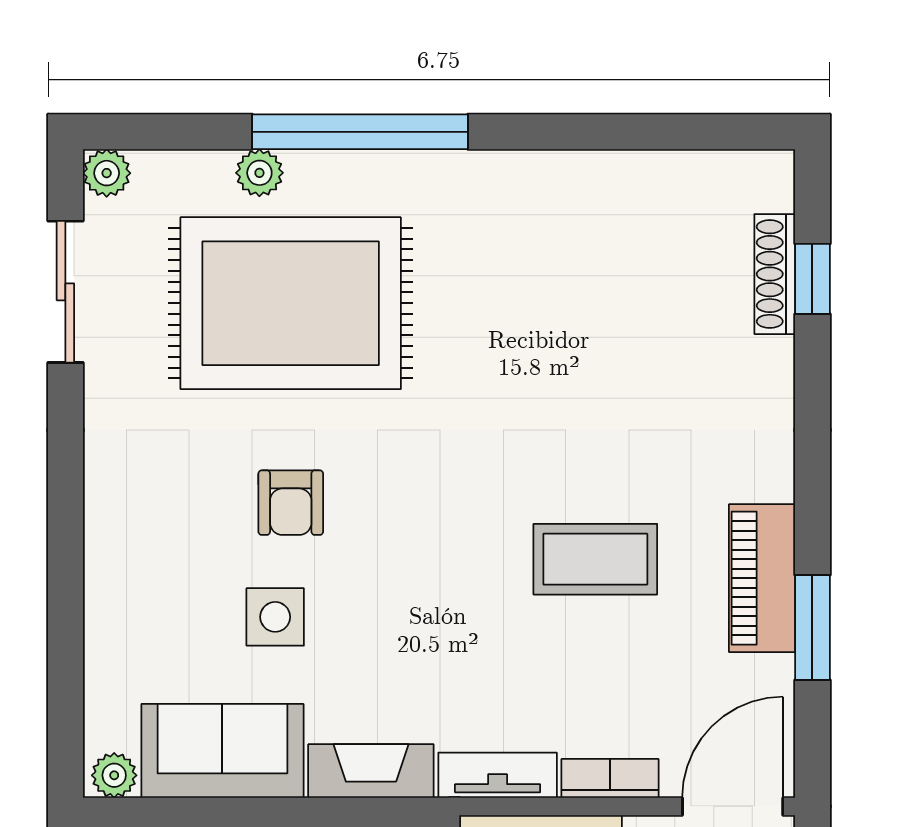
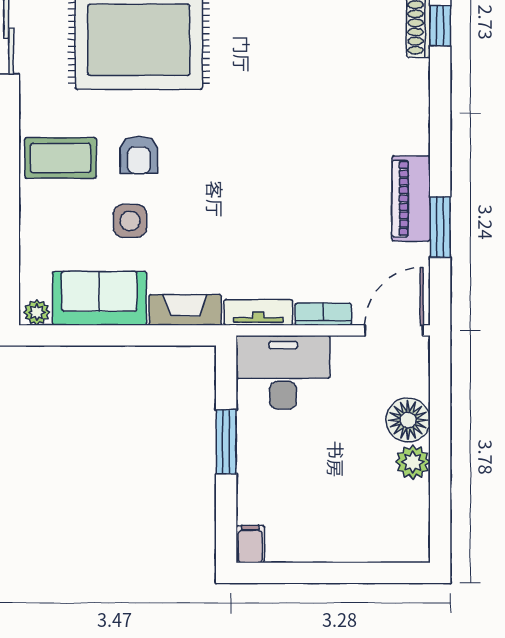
coffee table: (595, 559) -> (61, 158), moved

